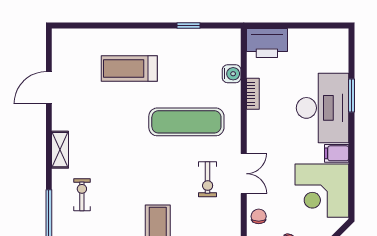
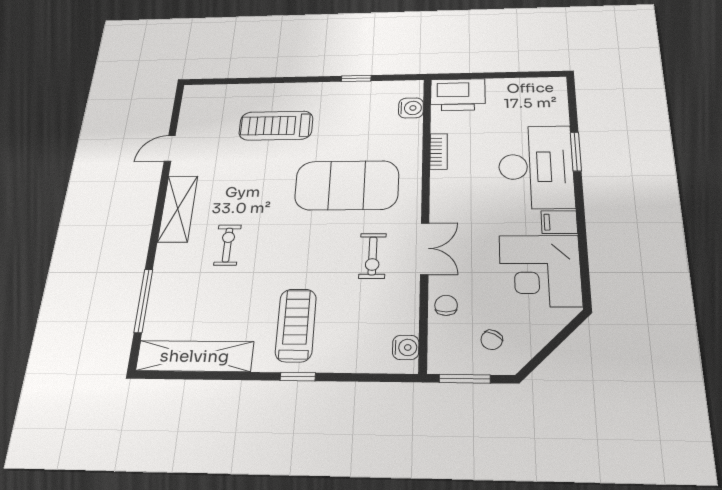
water cooler: (232, 74) -> (411, 108), moved
door: (49, 88) -> (170, 148), width x0.73
exercise mat: (186, 122) -> (347, 185), width x1.47
shelving: (60, 150) -> (178, 209), width x1.50, depth x1.33
exercise bike: (82, 195) -> (228, 245), moved

